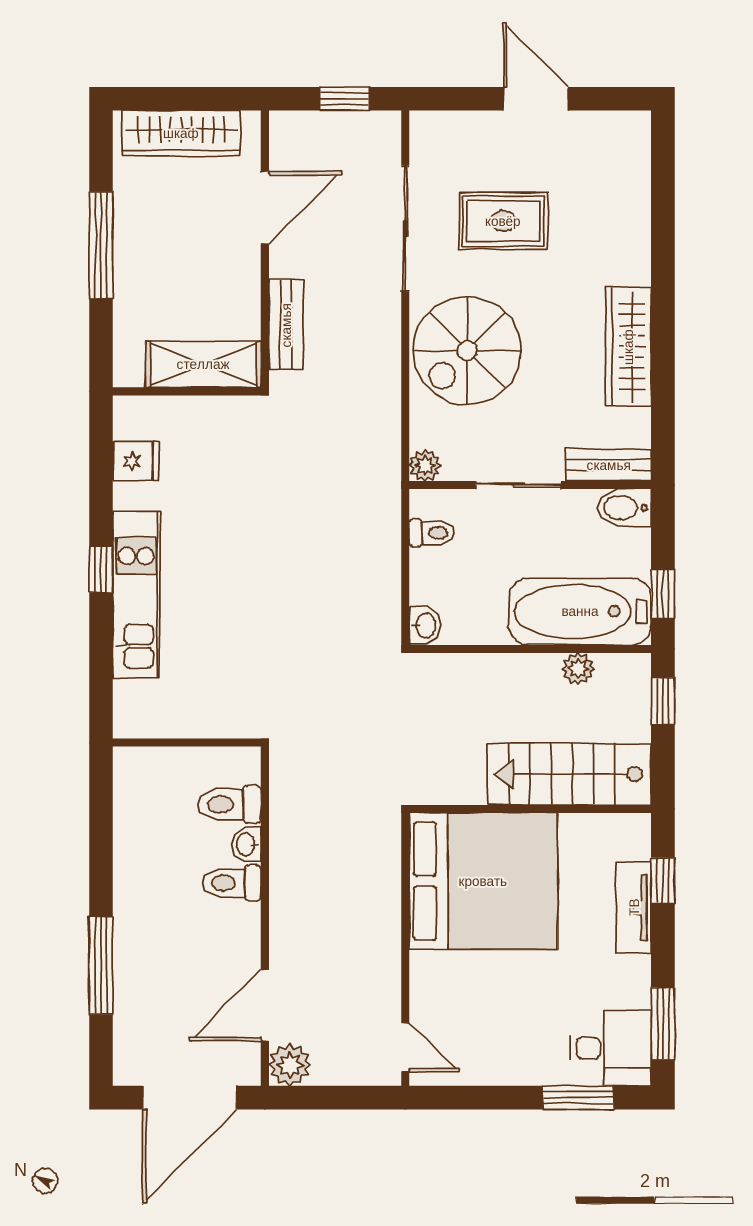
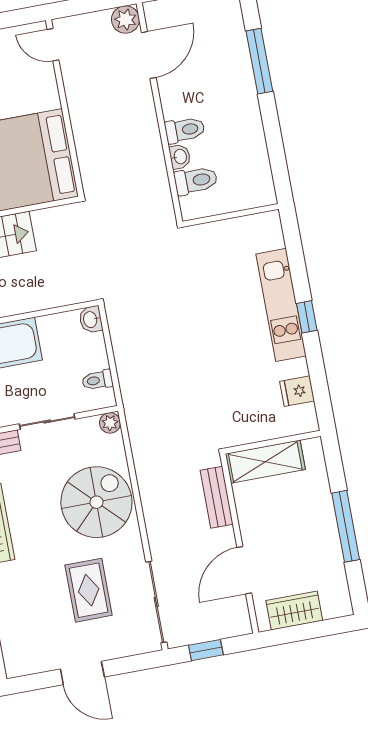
wardrobe: (181, 133) -> (294, 611), width x0.67
rug: (503, 221) -> (89, 590), turned 90
sliding door: (405, 229) -> (156, 602), moved

